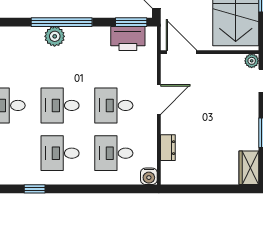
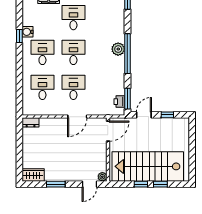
printer: (128, 39) -> (119, 102), width x0.53, depth x0.68
door: (159, 99) -> (77, 117), hinge flipped
dresser: (168, 148) -> (31, 122), moved
water cooler: (149, 176) -> (28, 32), moved

